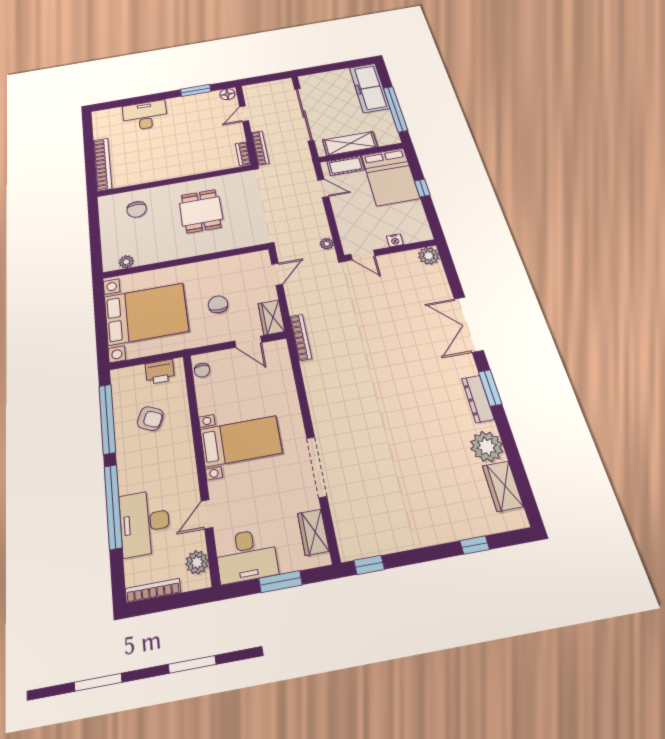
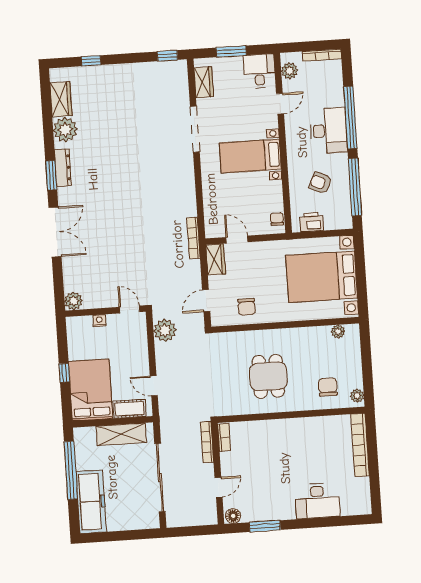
plant: (105, 206) -> (357, 396), added
plant: (327, 244) -> (165, 330), width x1.88, depth x1.88
chair: (218, 304) -> (247, 307), moved
desk: (145, 523) -> (329, 131), moved
desk: (246, 556) -> (259, 71), width x0.73

